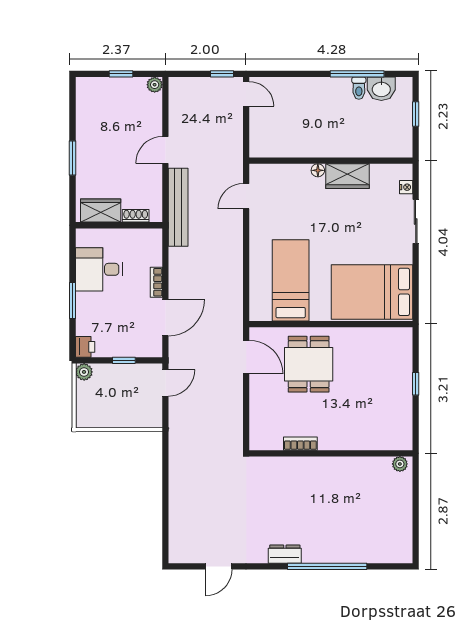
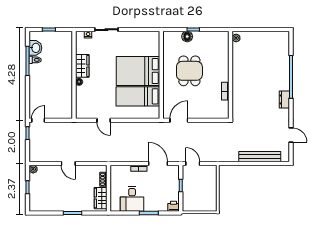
door: (246, 196) -> (104, 120), moved
bench: (178, 207) -> (260, 157), moved
bed: (372, 292) -> (138, 71), moved, turned 90
dining table: (309, 364) -> (189, 71), moved, turned 90
plant: (84, 372) -> (187, 207), removed
floor lamp: (403, 372) -> (187, 37), added

